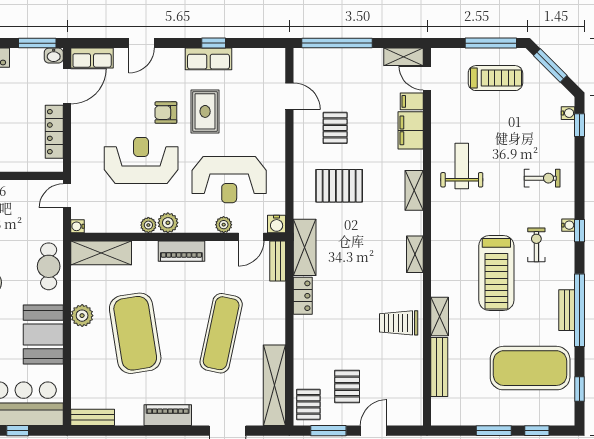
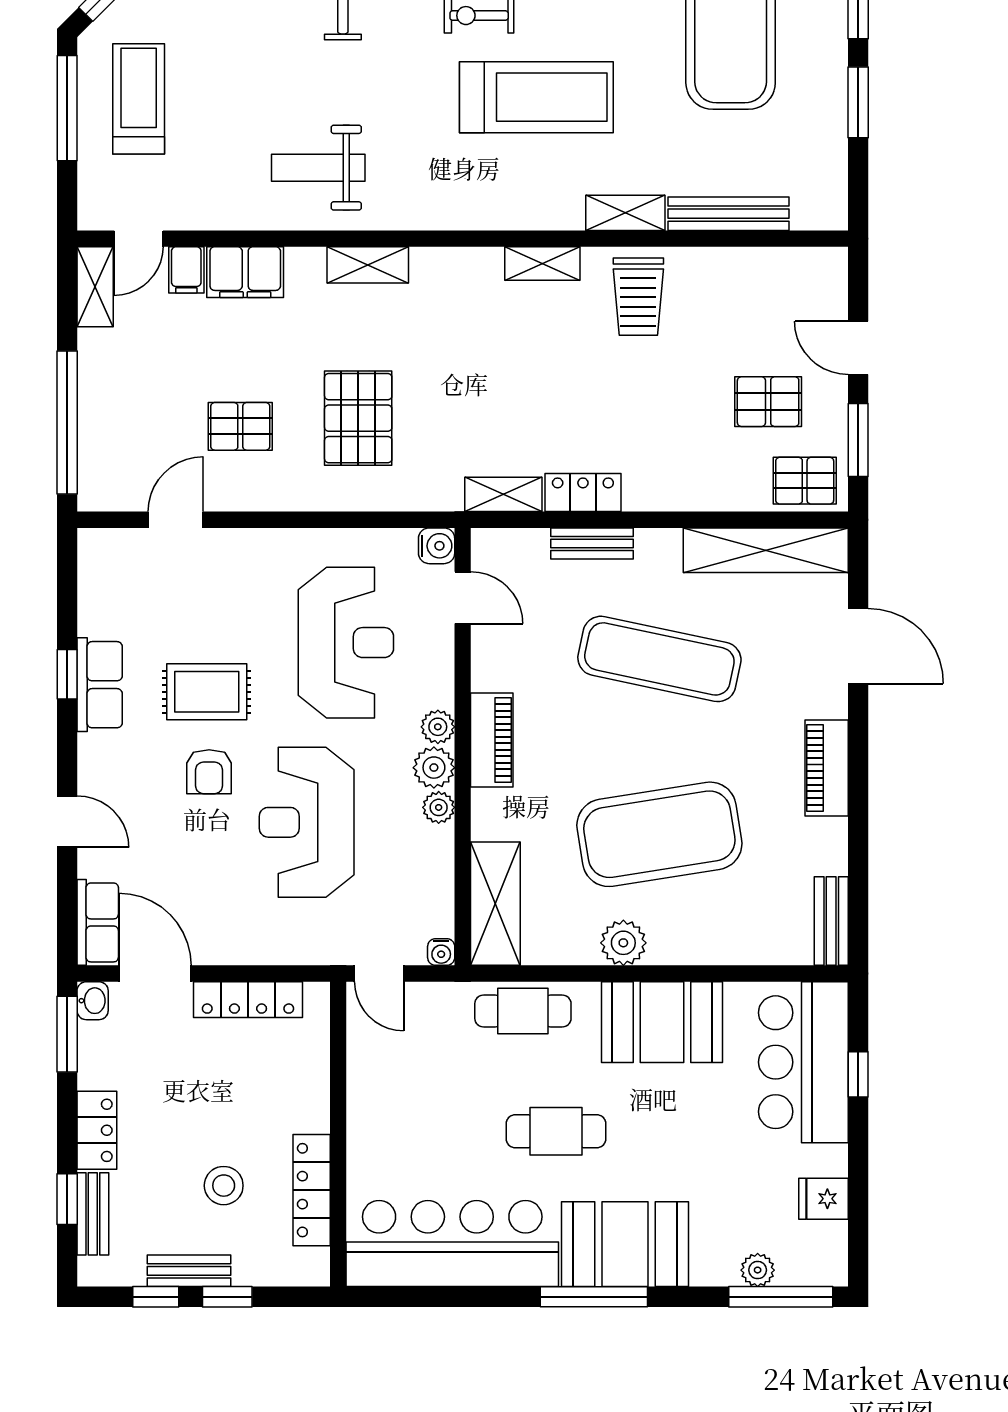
plant: (224, 225) -> (438, 727), moved
shelving: (305, 247) -> (503, 494), width x0.67, depth x0.75
shelving: (415, 254) -> (542, 264), moved
bench: (278, 261) -> (592, 543), moved

